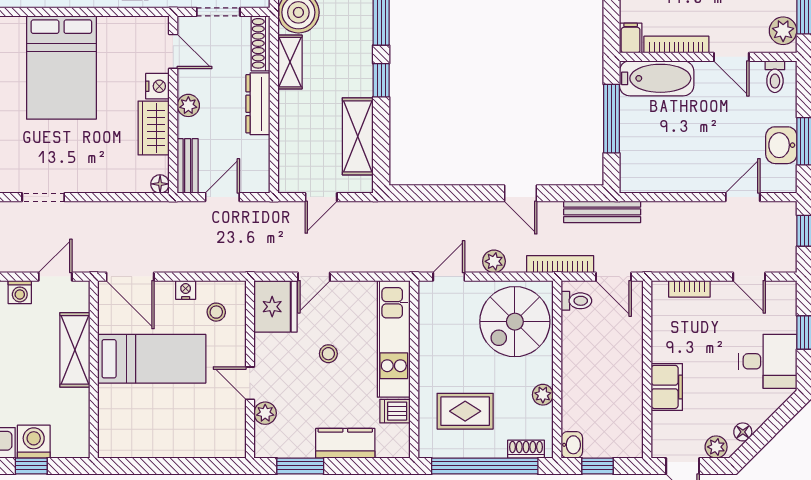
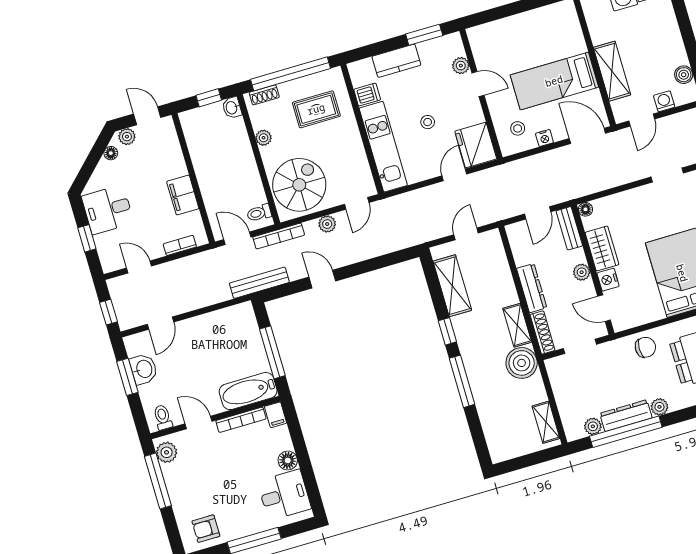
filing cabinet: (667, 387) -> (183, 195), moved

